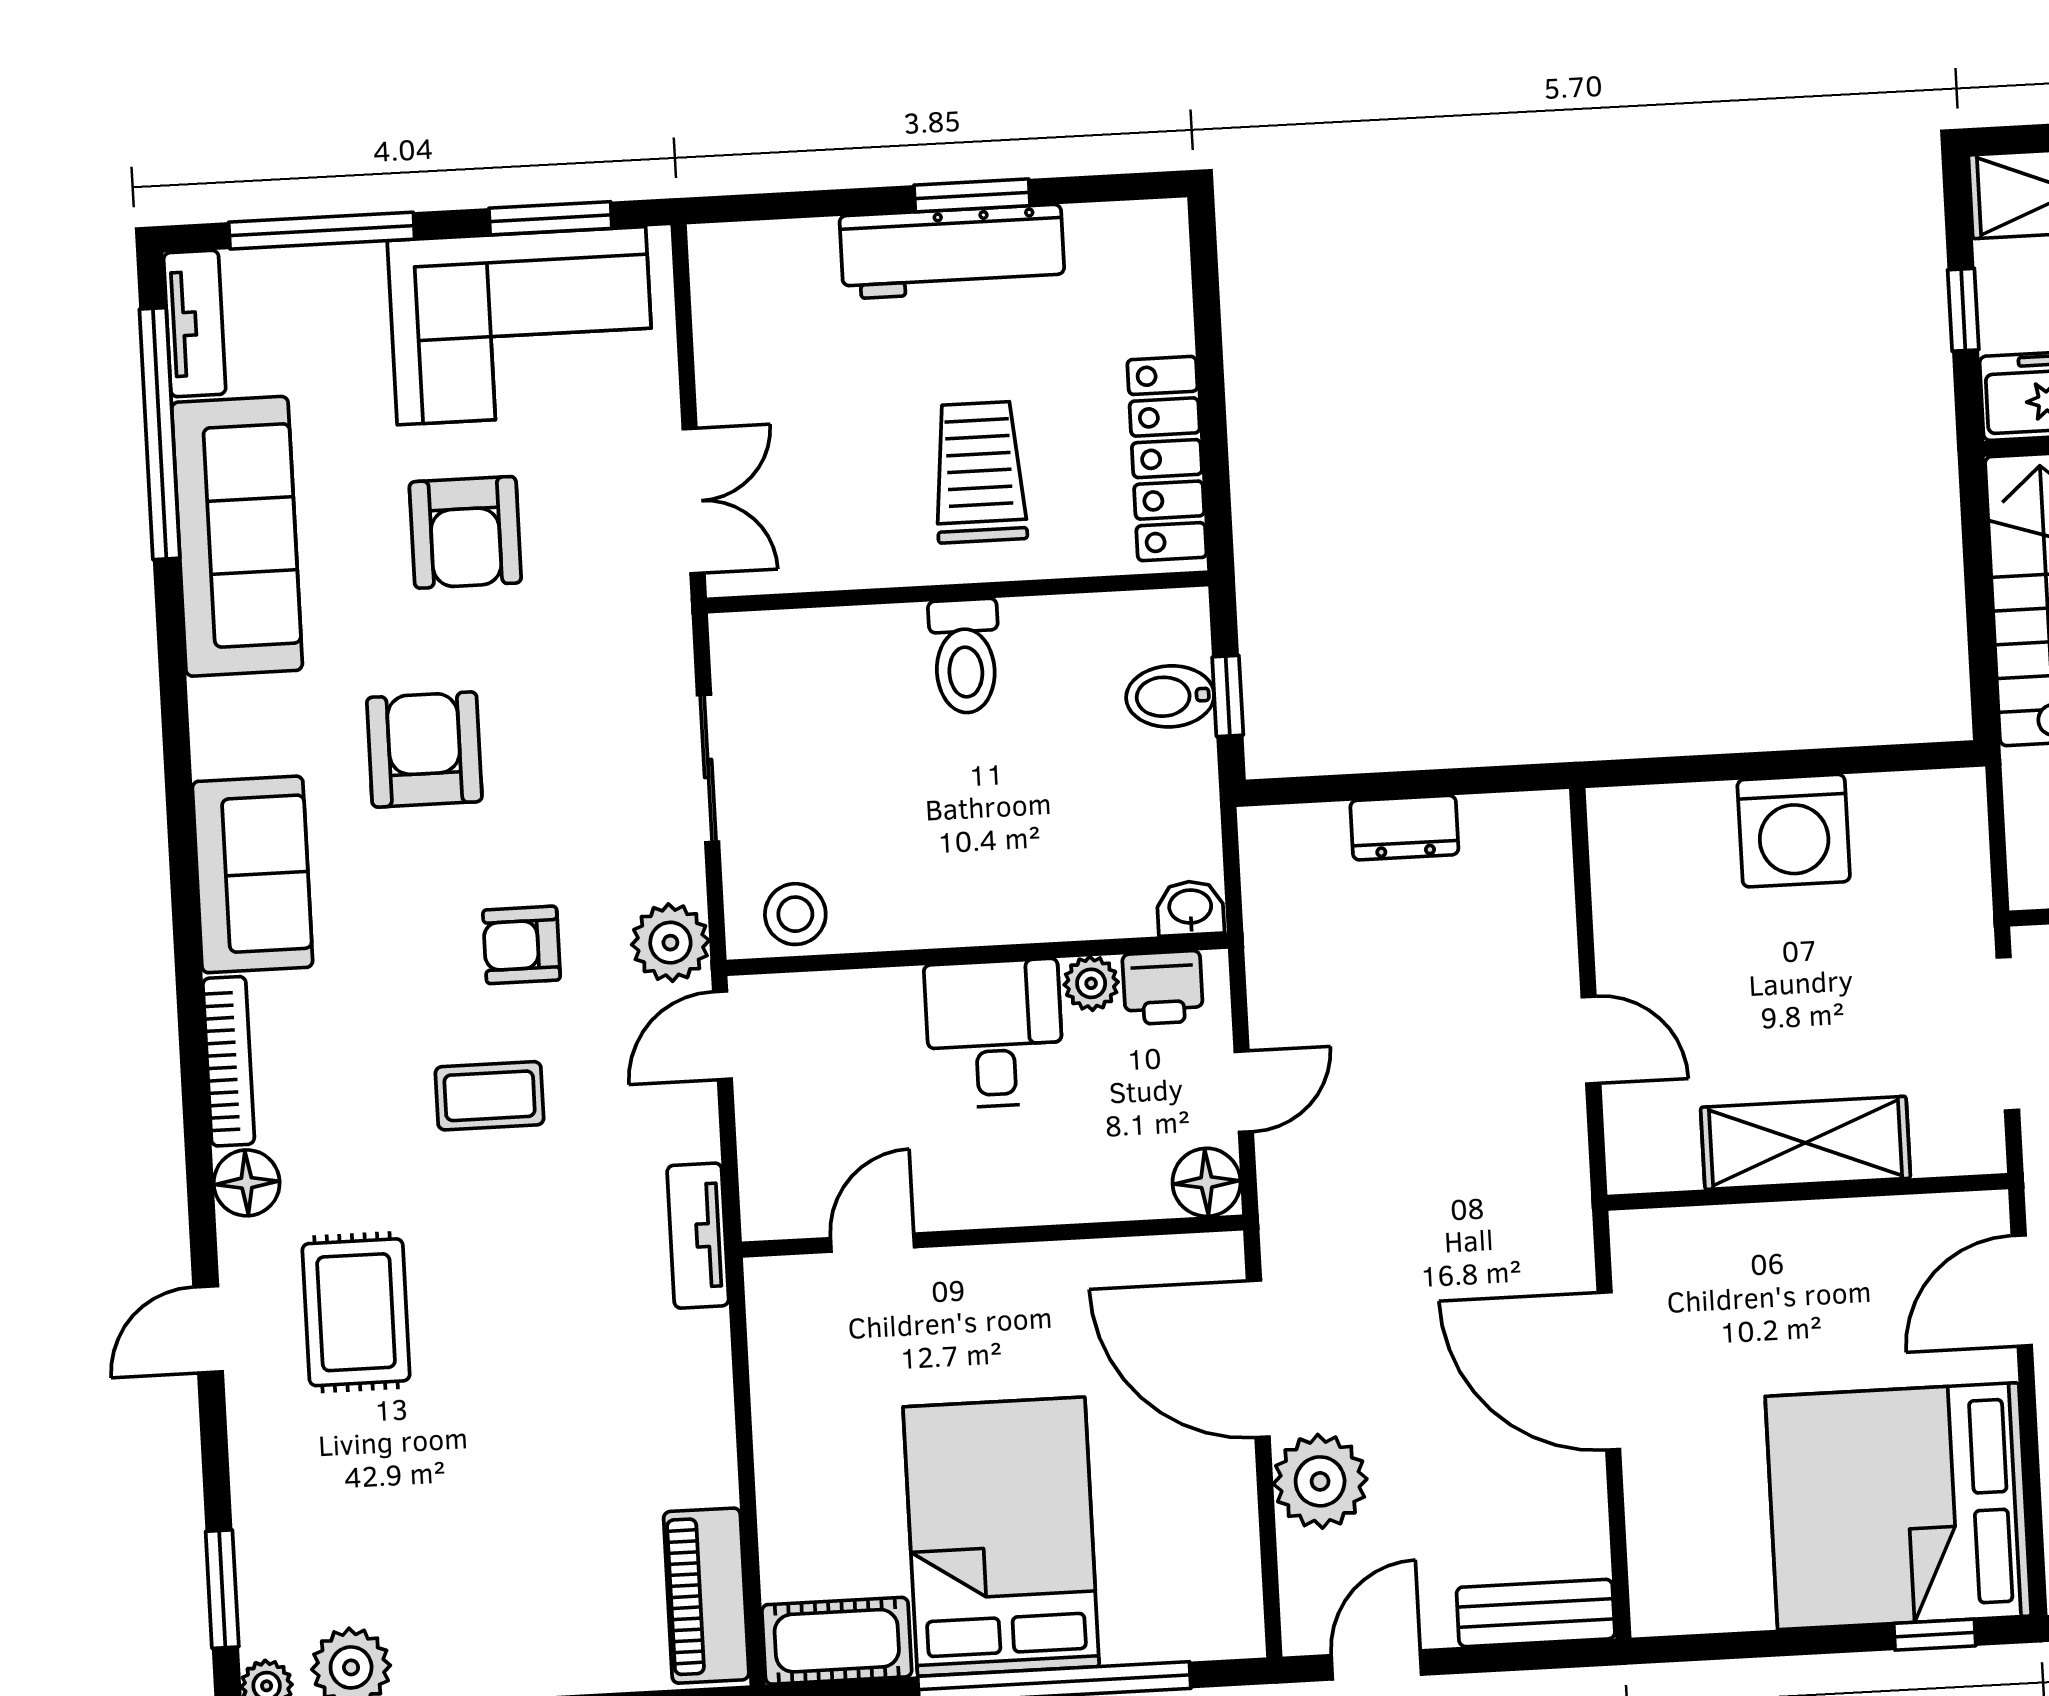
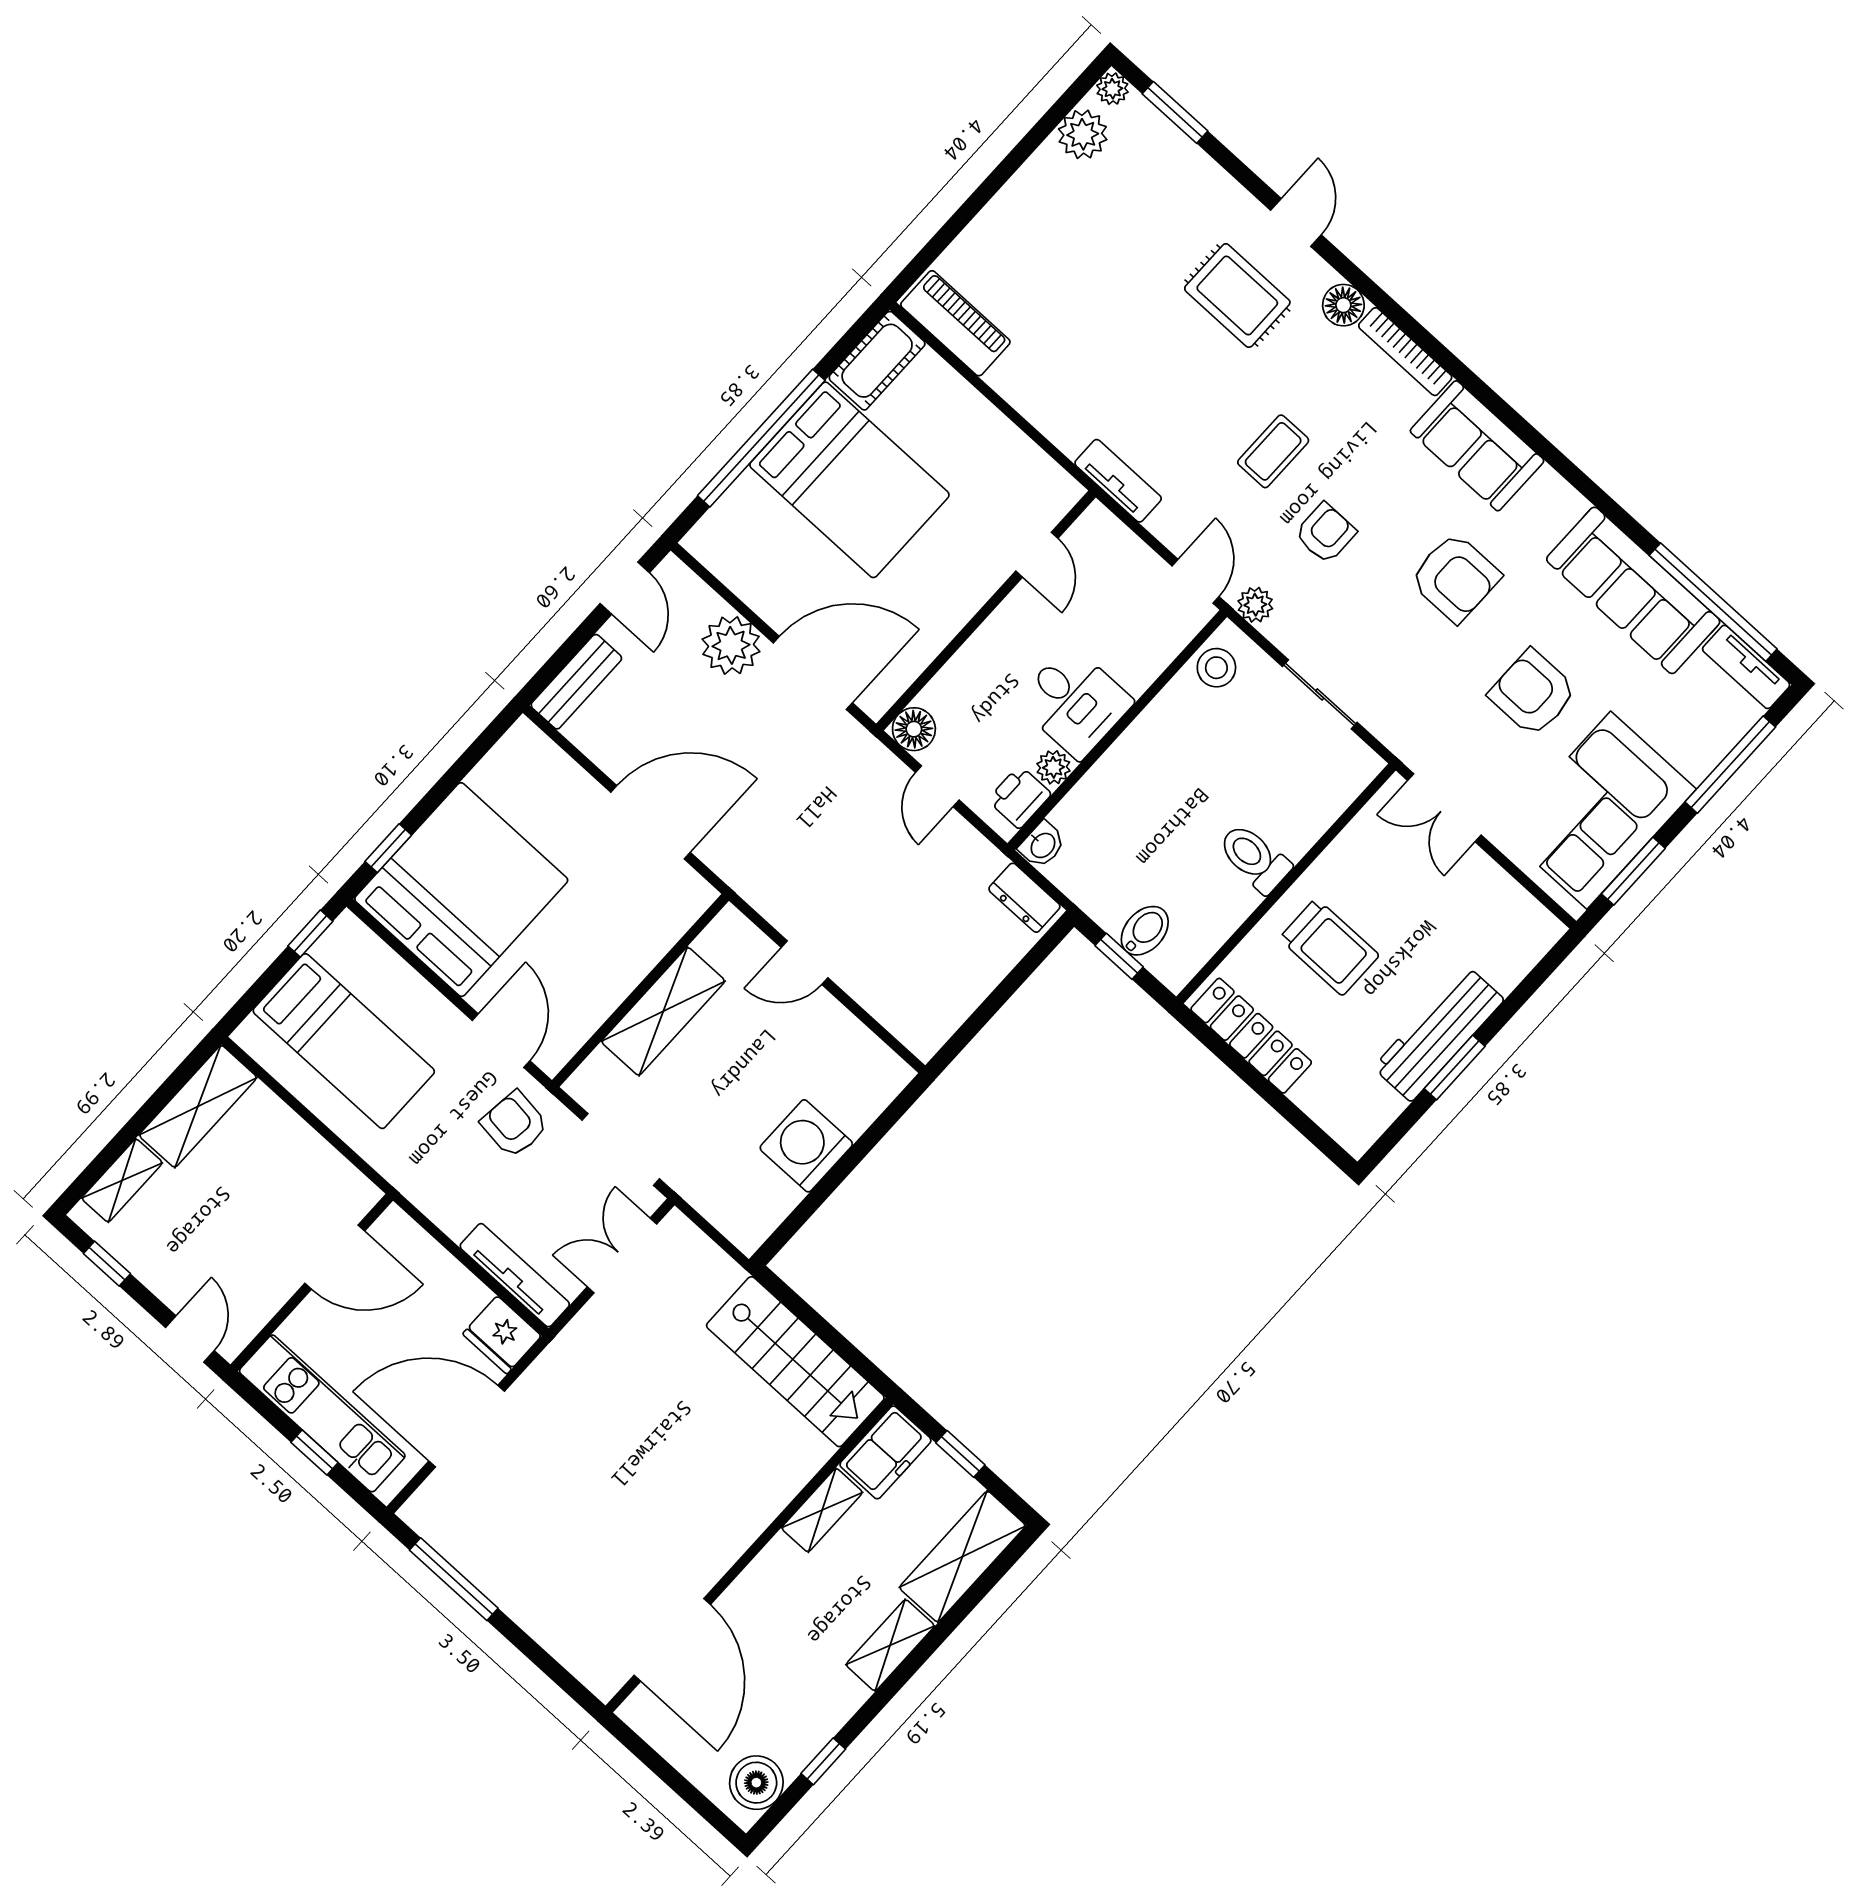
dresser: (1404, 828) -> (1024, 898), moved, turned -90
plant: (670, 943) -> (1255, 605), width x0.73, depth x0.73

